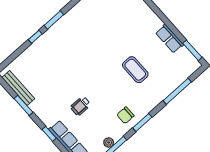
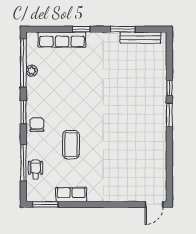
coffee table: (135, 70) -> (71, 145), turned 90
wheelchair: (81, 106) -> (35, 169), moved
chair: (125, 115) -> (37, 125), moved

